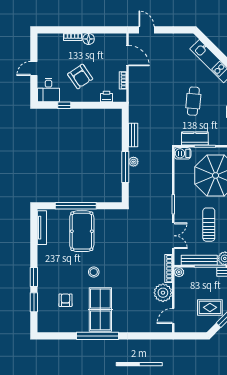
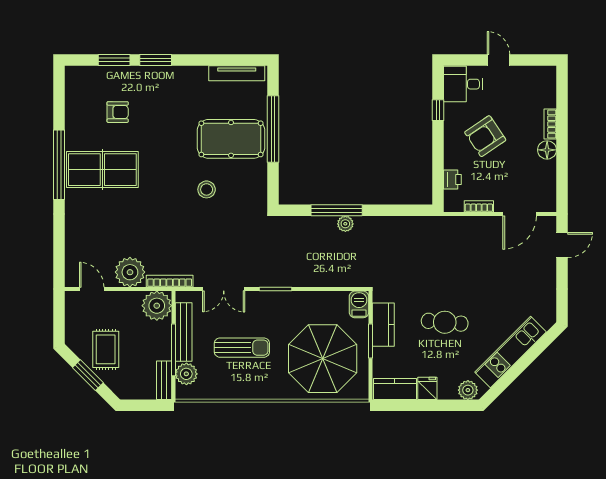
bench: (133, 135) -> (389, 223), removed
stool: (94, 272) -> (207, 189), moved
plant: (179, 272) -> (157, 306), width x1.87, depth x1.87

